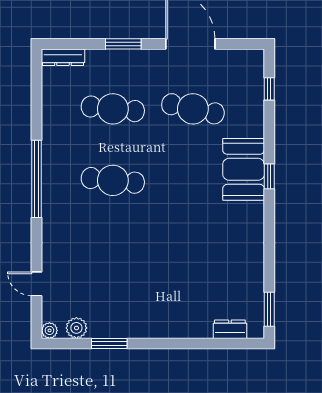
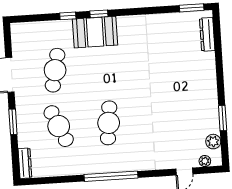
window: (269, 89) -> (68, 16), moved
cafe table: (113, 109) -> (59, 126), turned -30
dresser: (230, 329) -> (207, 34), width x1.44
plant: (49, 330) -> (205, 161), moved

